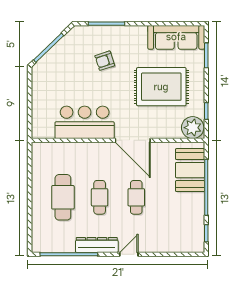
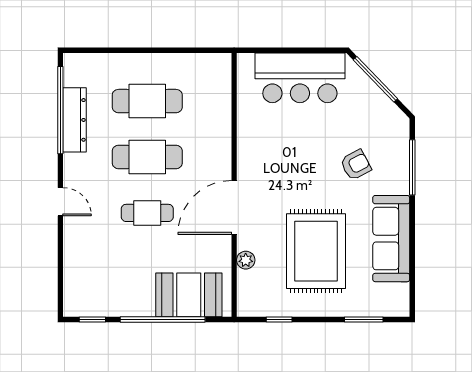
sofa: (176, 37) -> (391, 239), moved
armchair: (105, 61) -> (356, 165), turned 80
bar counter: (85, 122) -> (300, 78), moved, turned 90
plant: (193, 128) -> (246, 260), moved, width x0.53, depth x0.53
cafe table: (100, 197) -> (147, 157), width x1.37, depth x1.35
dresser: (97, 245) -> (75, 120), moved

